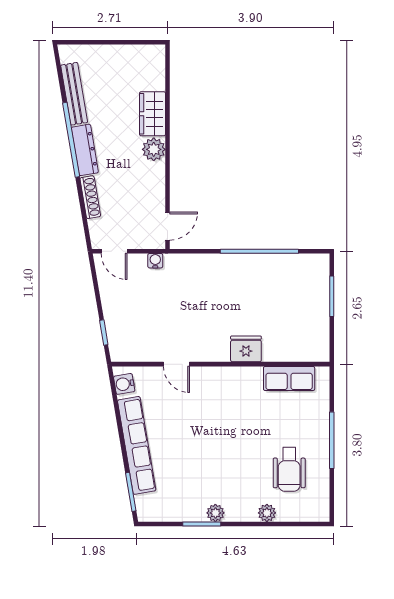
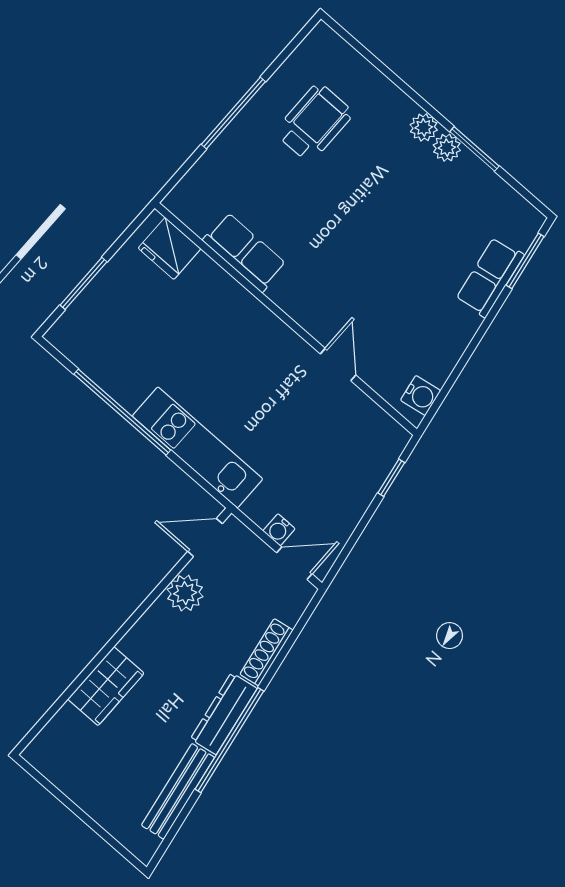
plant: (154, 149) -> (185, 593), moved
door: (114, 251) -> (294, 563), hinge flipped
water cooler: (155, 261) -> (279, 530), moved
kitchen unit: (209, 266) -> (197, 447), added
fridge: (246, 349) -> (170, 248), moved
row of seats: (289, 378) -> (245, 252), moved
row of seats: (137, 445) -> (490, 277), width x0.50
plant: (267, 513) -> (424, 127), moved

